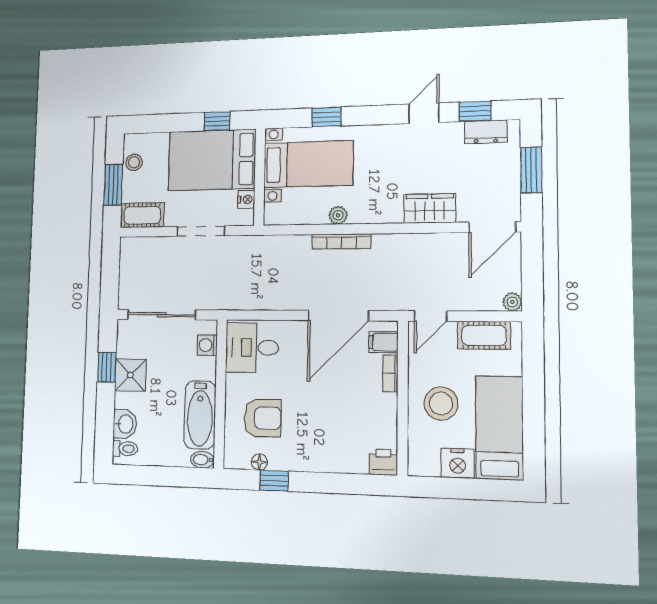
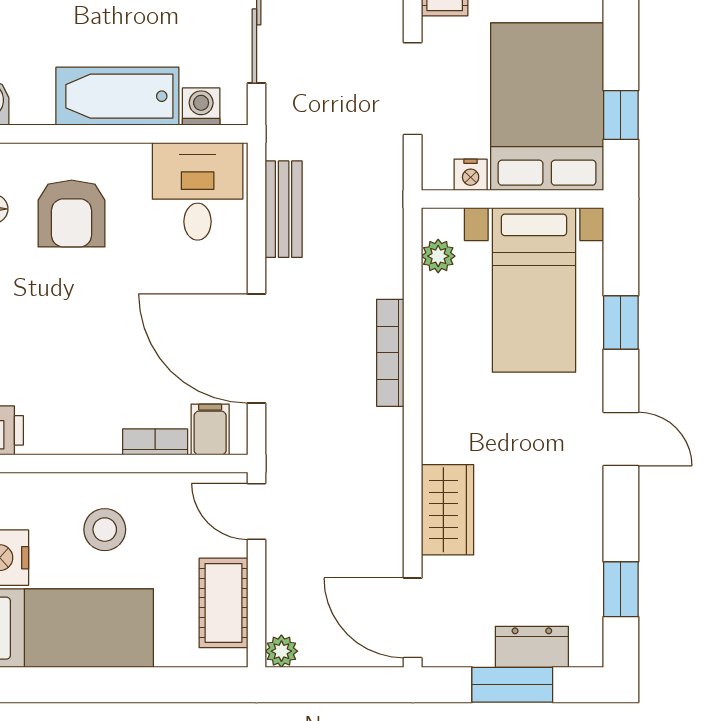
door: (424, 113) -> (621, 439), moved
dresser: (486, 132) -> (532, 647), moved, turned 90
plant: (338, 215) -> (438, 256), moved
bench: (263, 300) -> (284, 209), added
stool: (441, 404) -> (105, 530), width x0.73, depth x0.73
bathtub: (200, 415) -> (117, 96), moved

